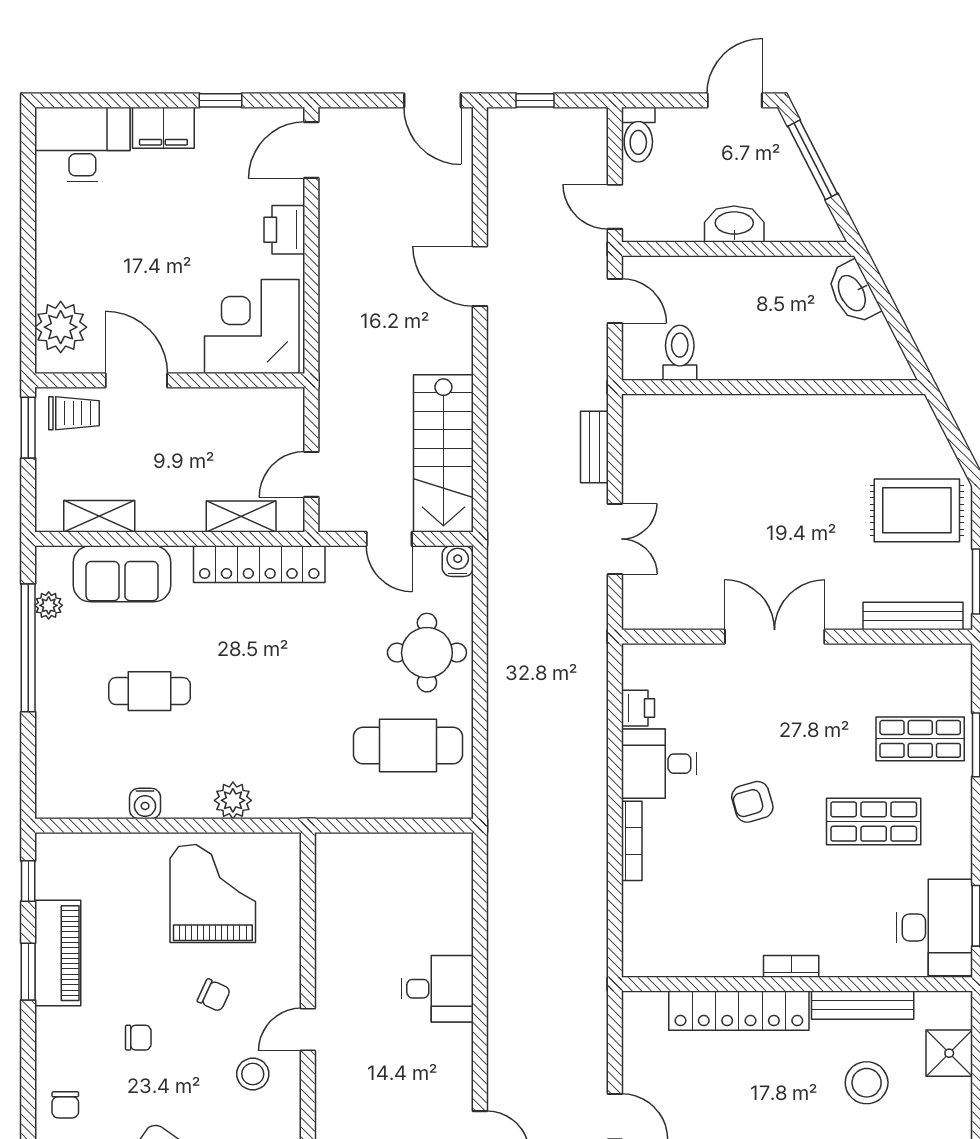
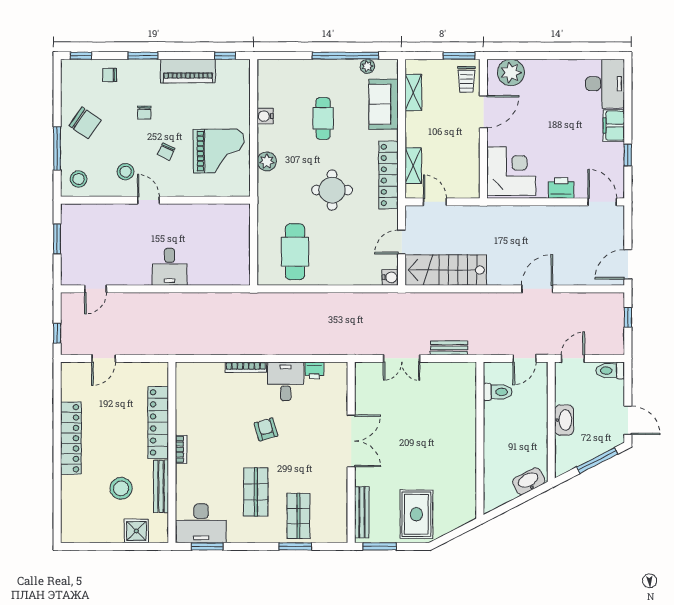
round table: (427, 653) -> (332, 190), moved
window: (28, 972) -> (143, 56), moved

